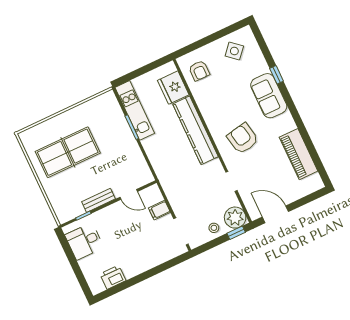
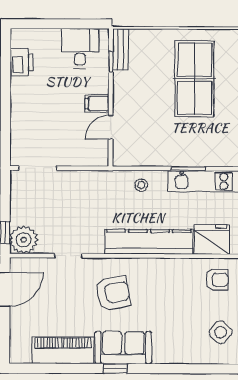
armchair: (199, 71) -> (217, 280), turned 180
window: (277, 75) -> (115, 369), moved
sofa: (269, 96) -> (123, 348), moved
bench: (99, 200) -> (121, 49), moved
filing cabinet: (159, 210) -> (97, 104), moved, turned -90
stool: (214, 228) -> (141, 185), moved

